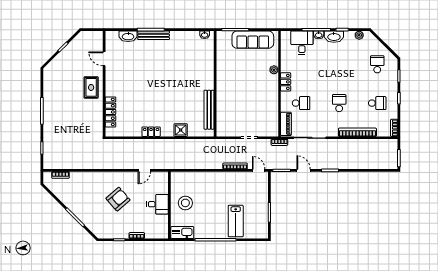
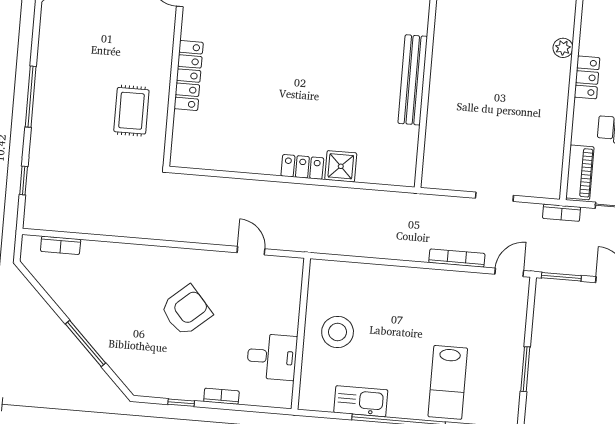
rug: (91, 87) -> (131, 111), moved
bench: (209, 110) -> (413, 80), moved
locker: (110, 112) -> (189, 76), moved
locker: (151, 132) -> (302, 167), moved
door: (144, 170) -> (251, 251), swing flipped
door: (259, 170) -> (509, 272), hinge flipped
desk: (157, 204) -> (272, 357), moved
kitchen sink: (182, 232) -> (361, 401), moved

